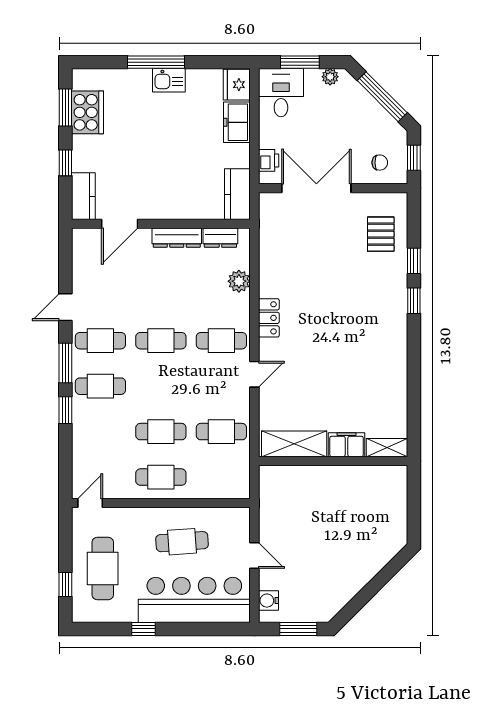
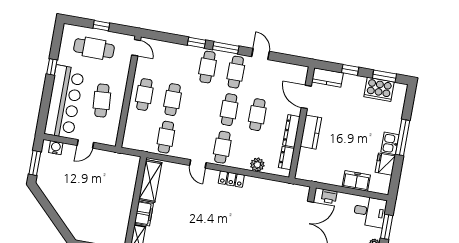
fridge: (237, 85) -> (385, 164), moved, turned -90
kitchen counter: (237, 194) -> (311, 132), moved, turned 90
cafe table: (161, 295) -> (257, 115), added
window: (65, 585) -> (101, 26), moved

